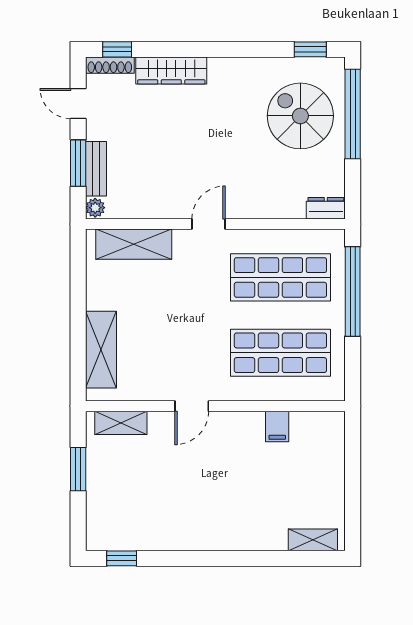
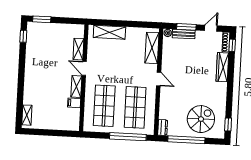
window: (353, 114) -> (186, 140), moved
shelving: (121, 423) -> (78, 49), moved
shelving: (237, 423) -> (76, 86), added
window: (78, 469) -> (42, 19), moved

